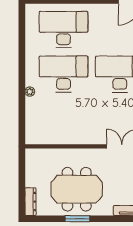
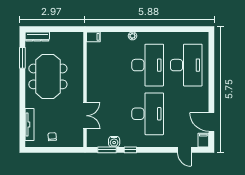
filing cabinet: (31, 137) -> (93, 37), added
window: (77, 219) -> (22, 58), moved

